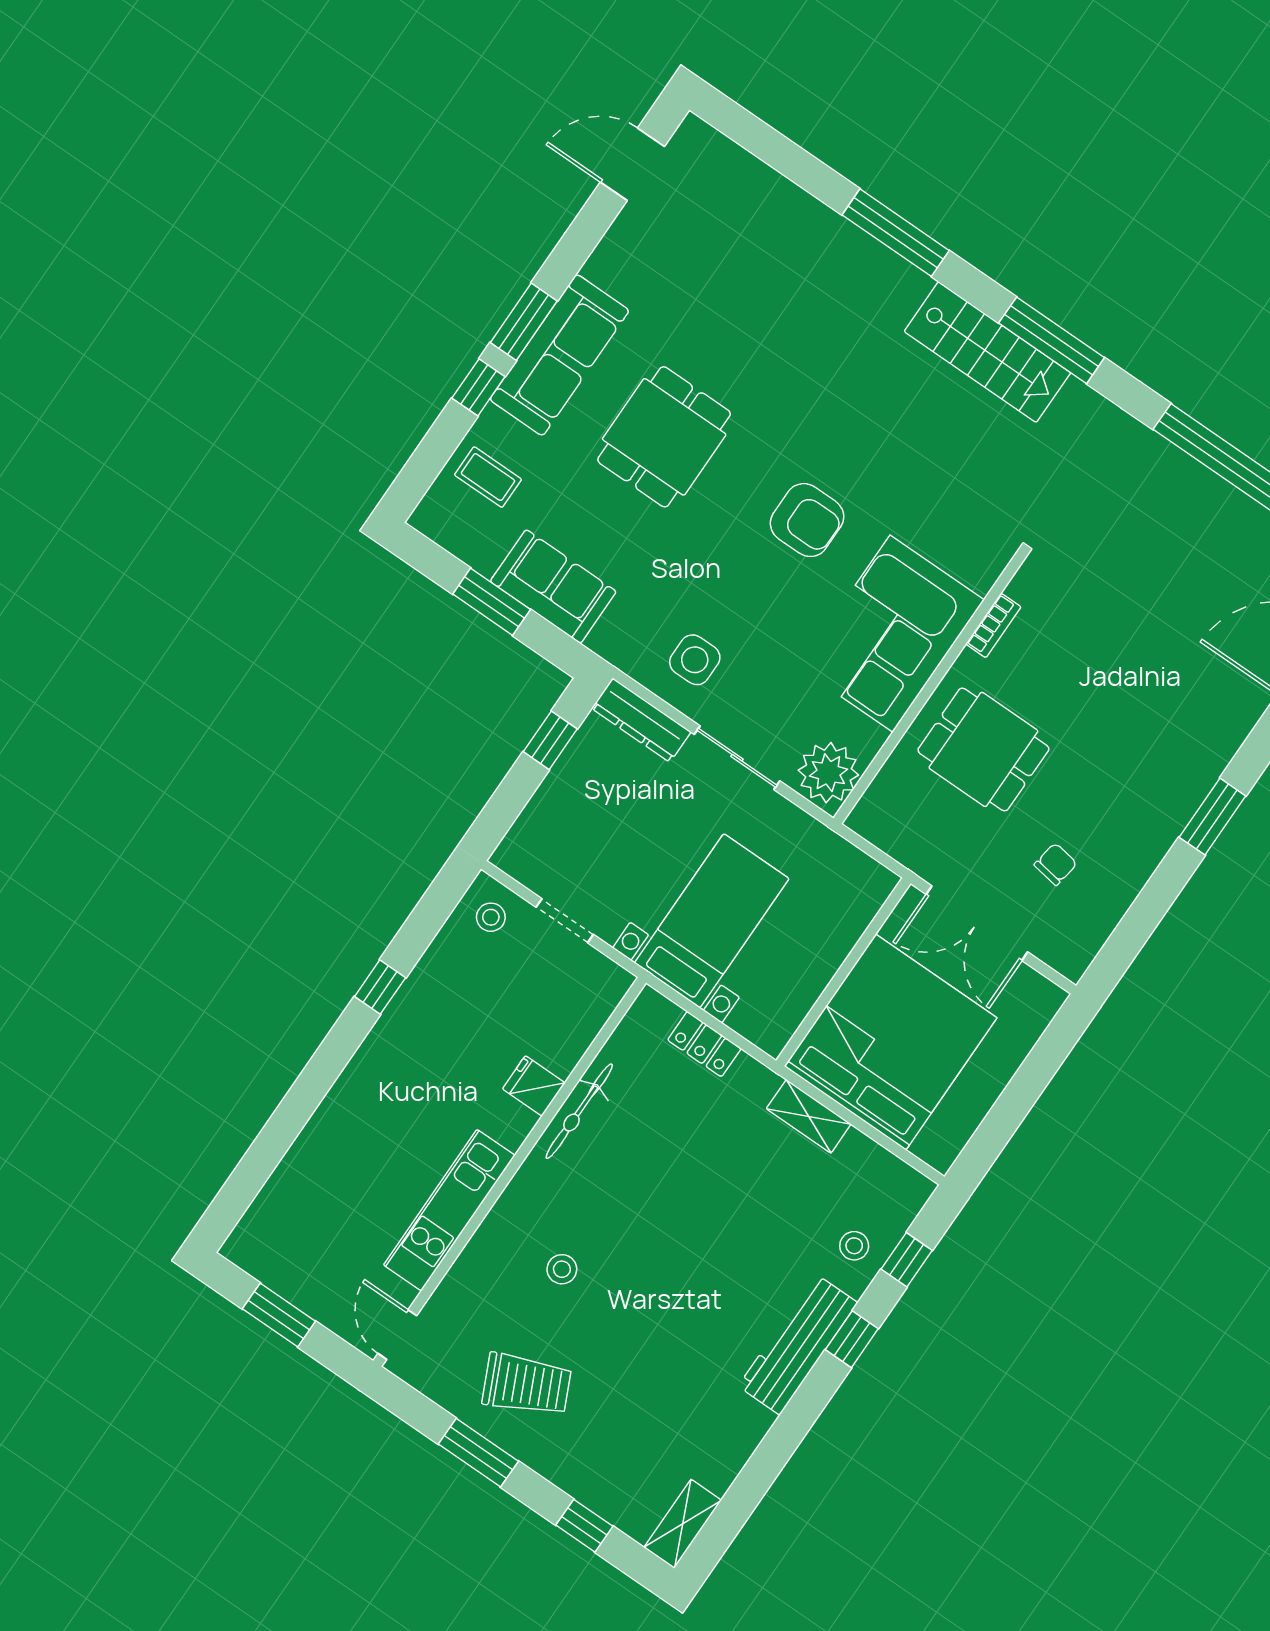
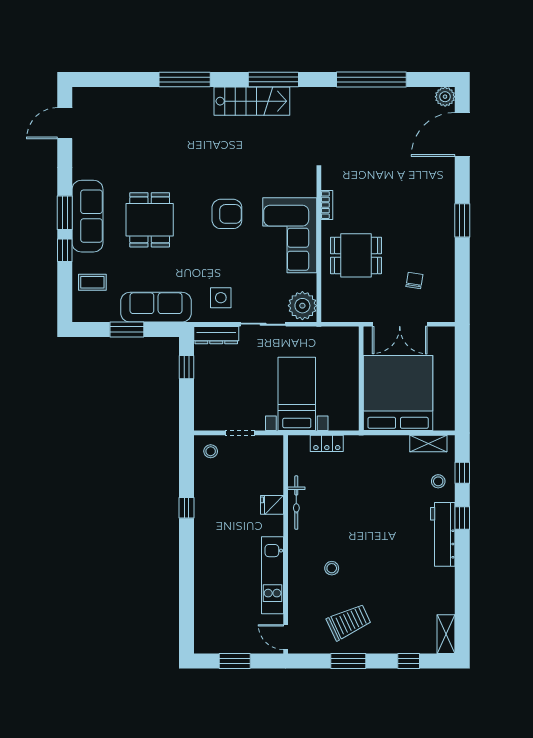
sofa: (553, 586) -> (156, 307), width x1.36
shelving: (809, 1116) -> (428, 443), moved

